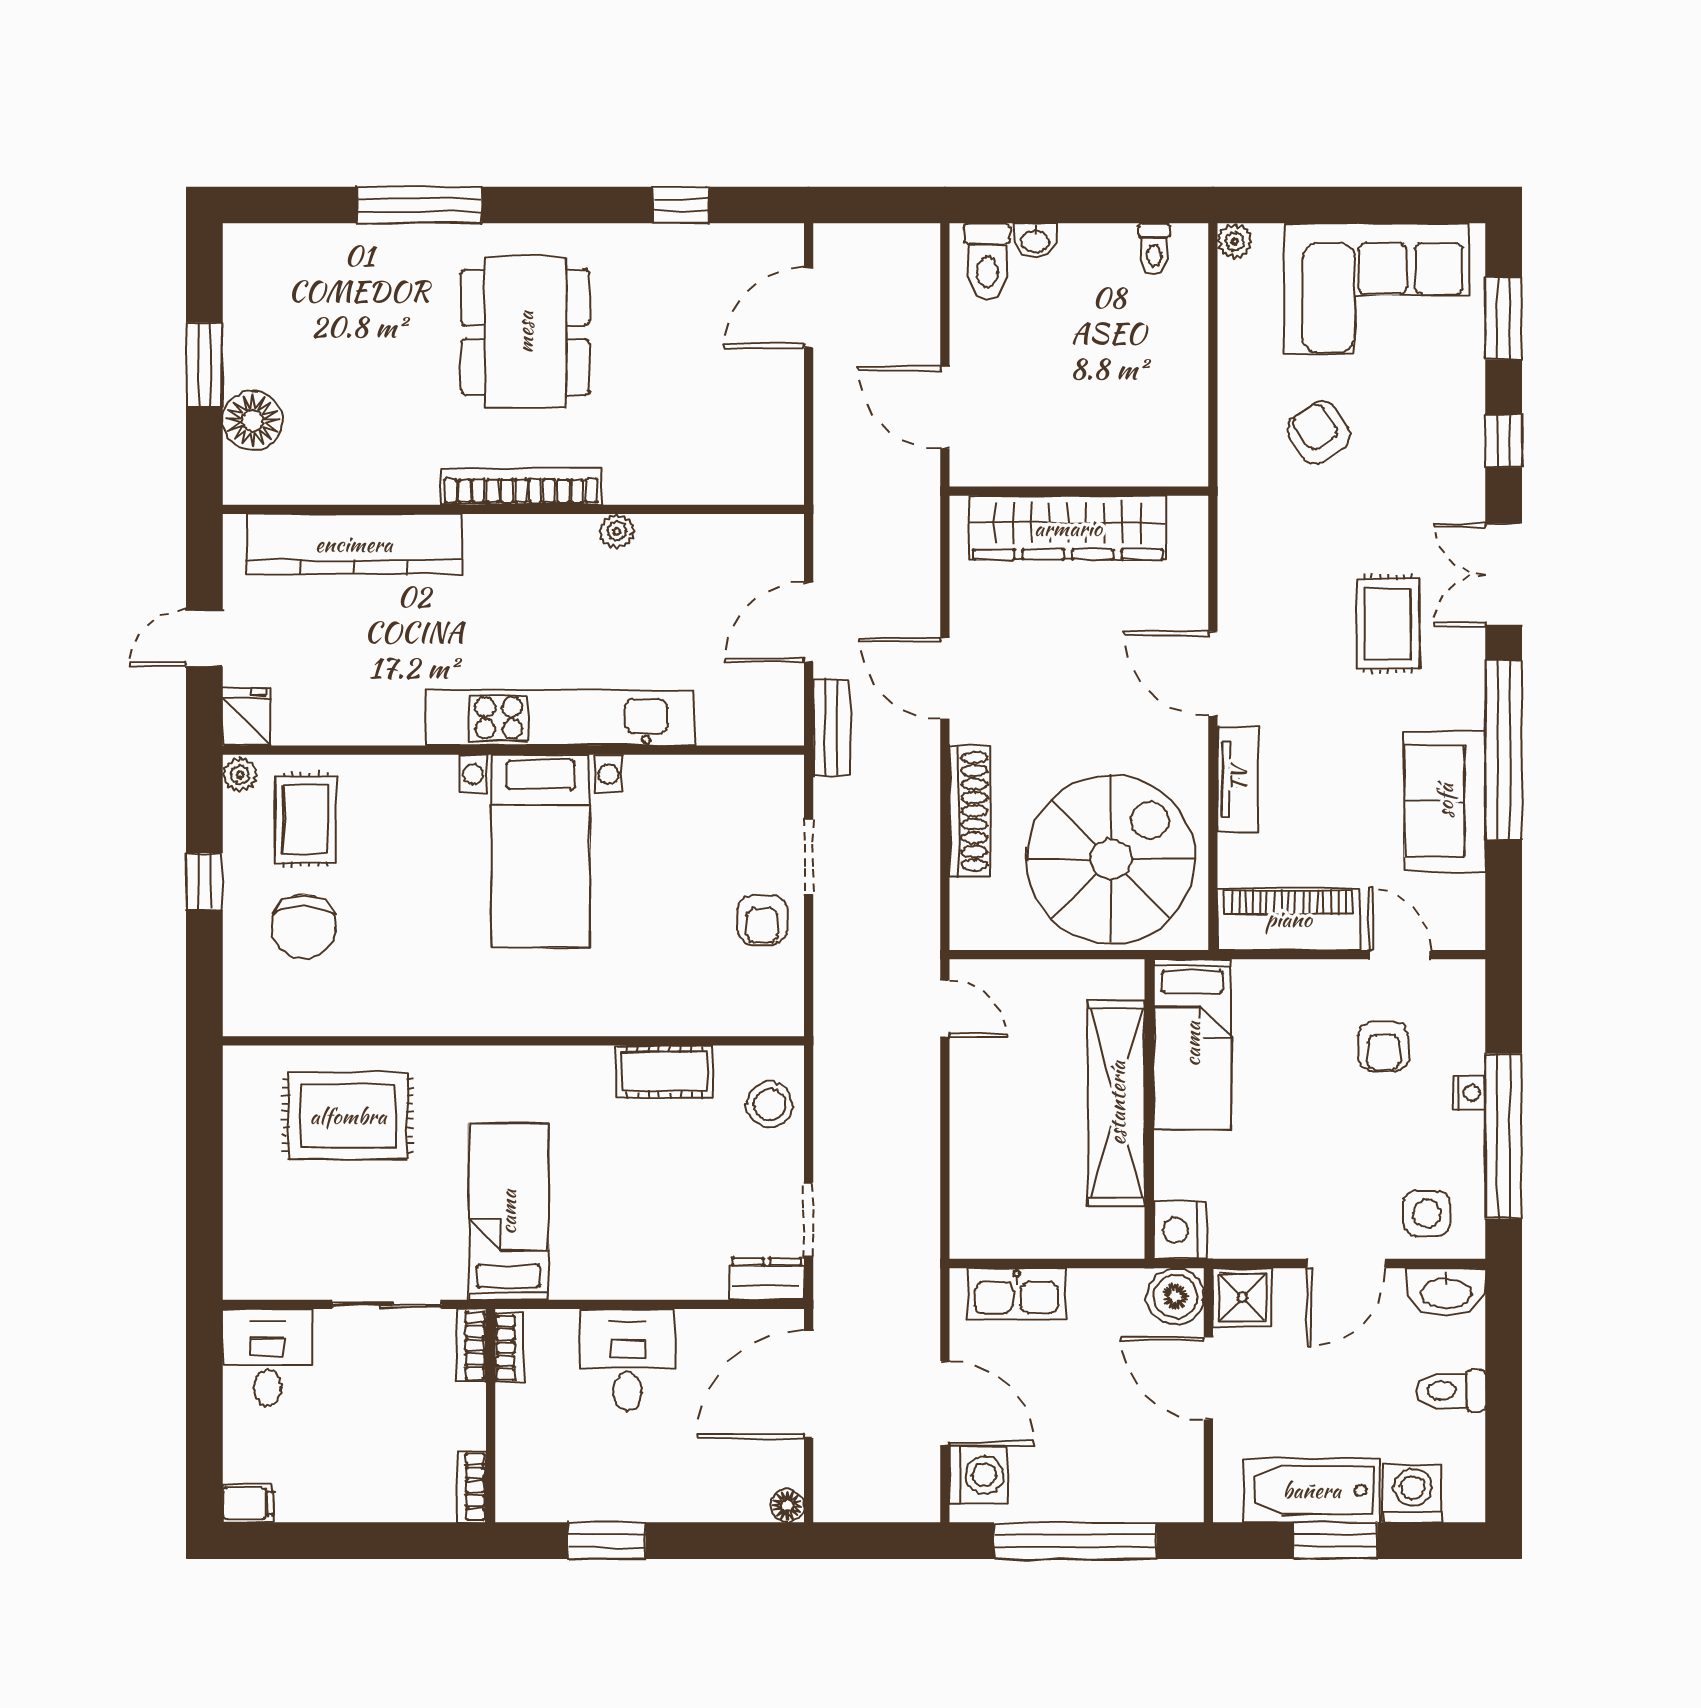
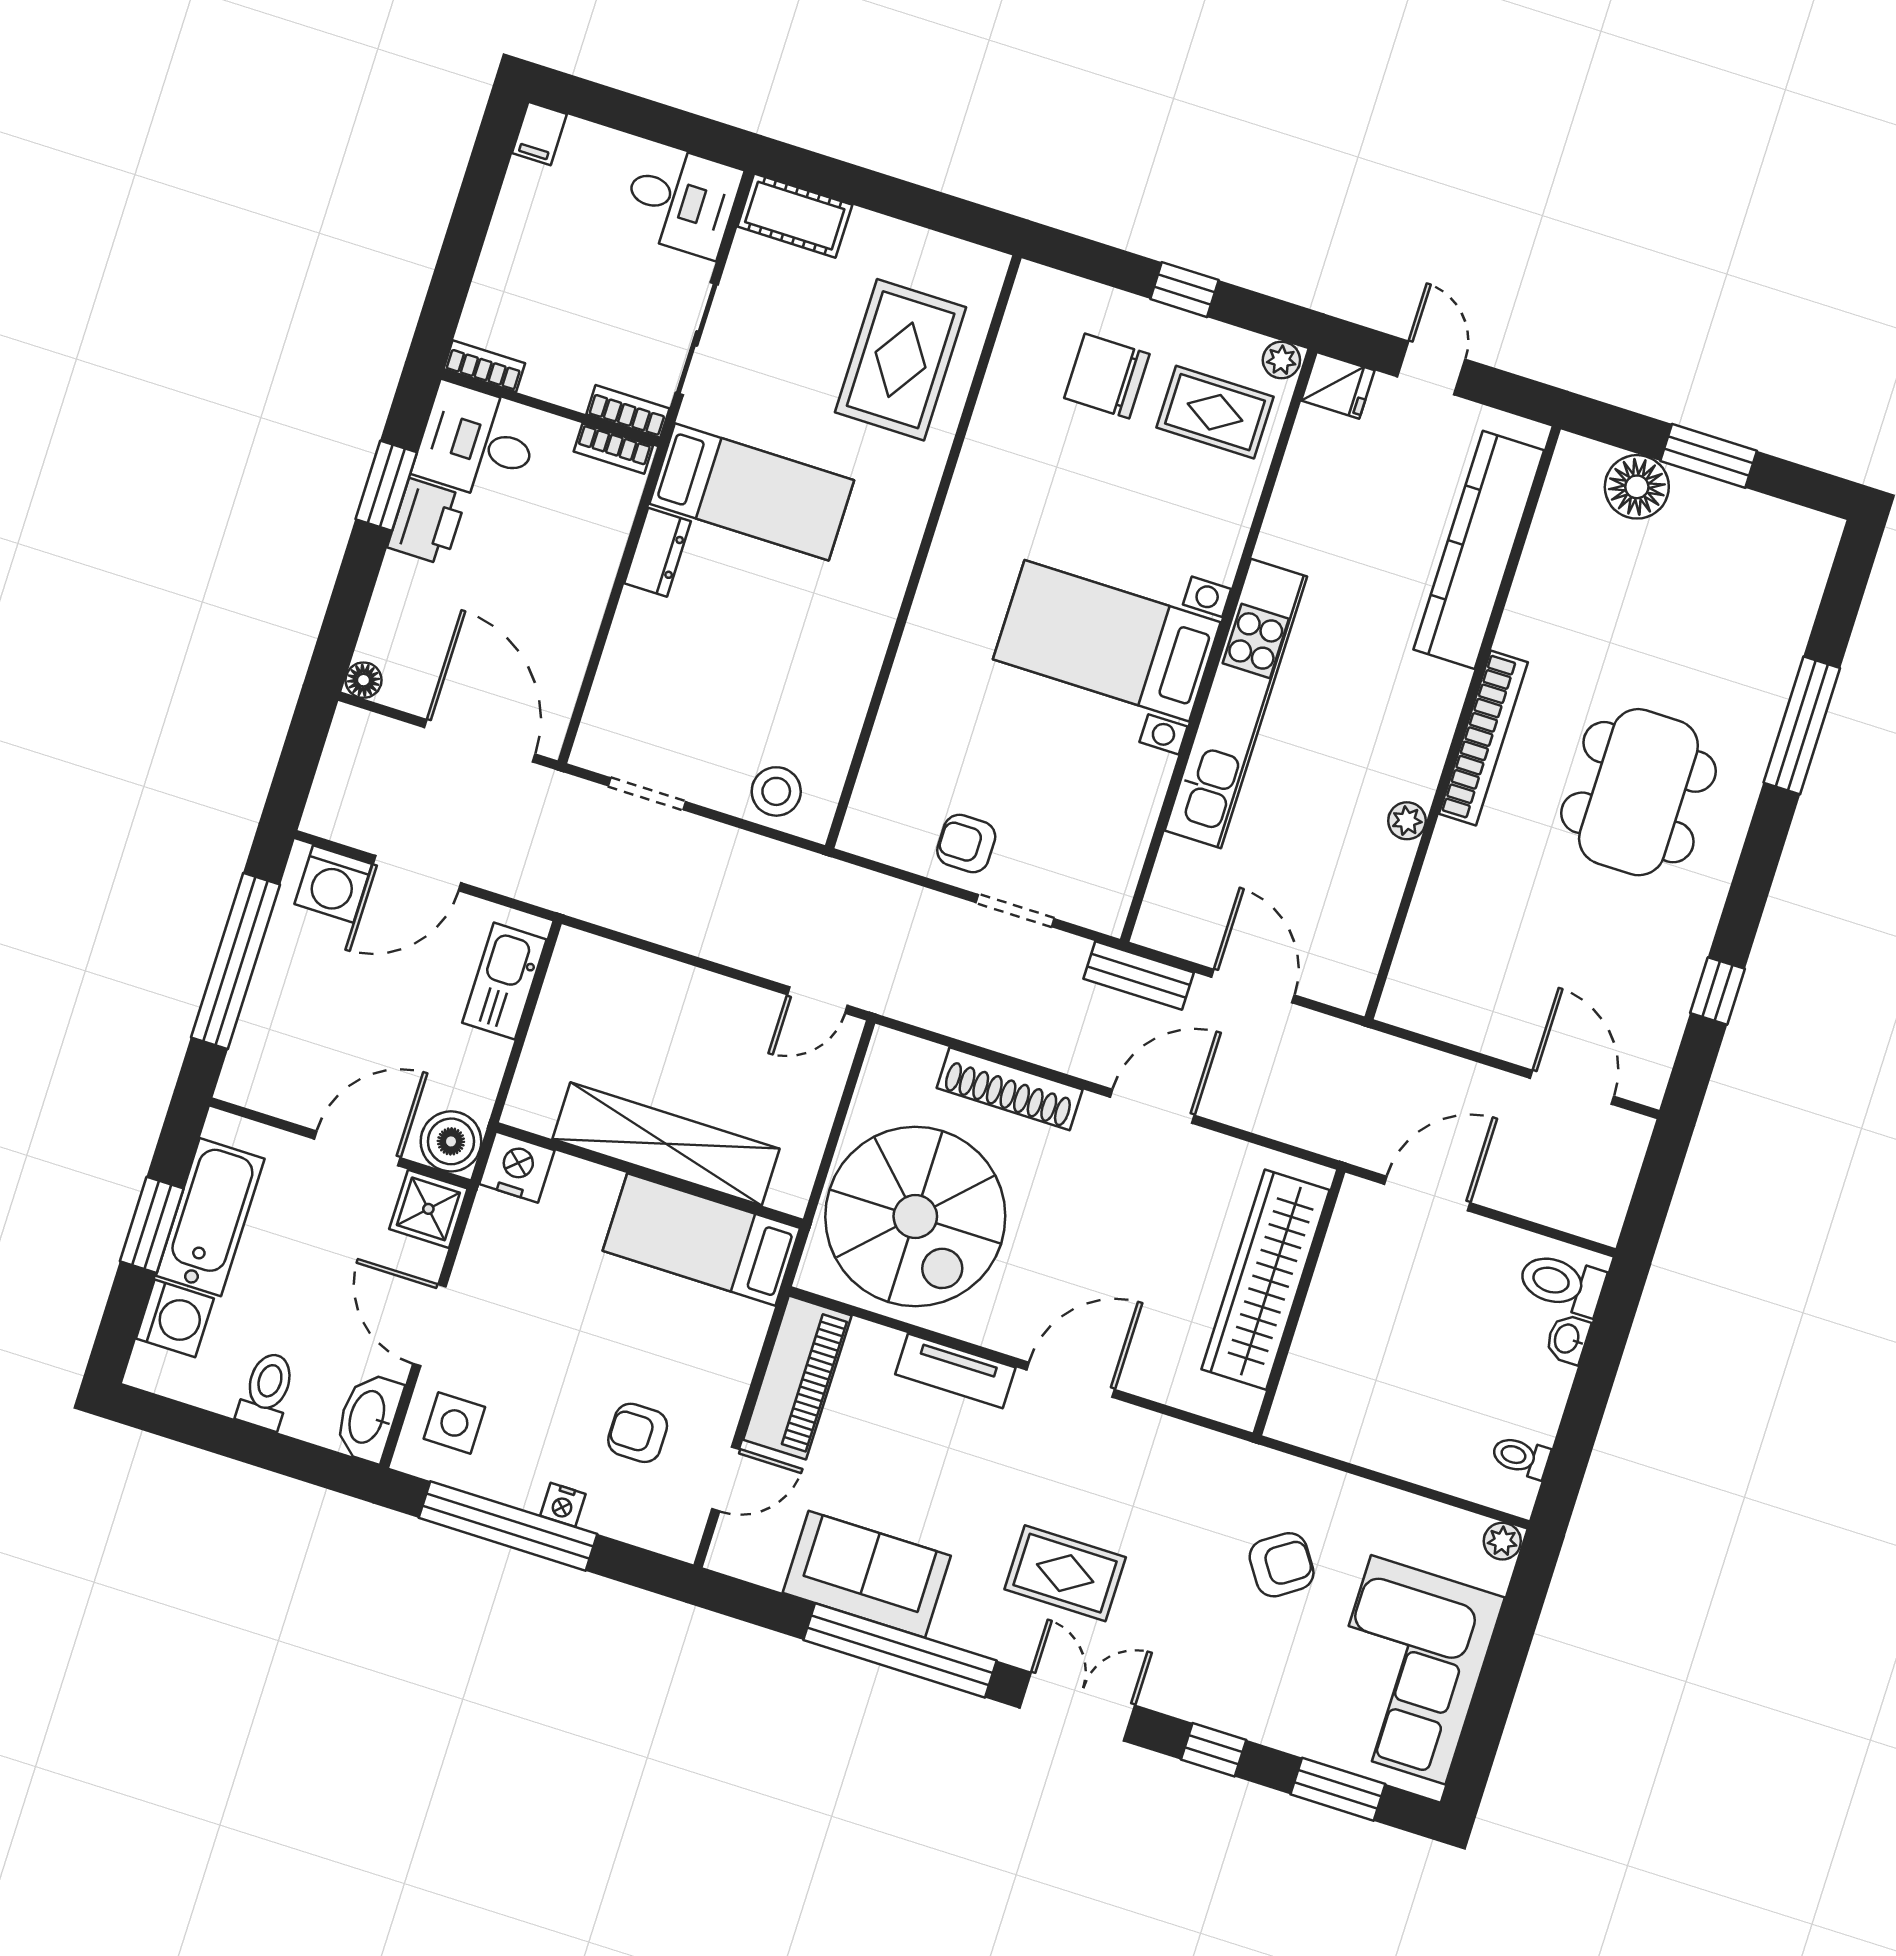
dining table: (525, 332) -> (1638, 792), turned 90
cot: (664, 1072) -> (795, 216), moved, turned 90
dresser: (767, 1279) -> (657, 552), moved
desk: (627, 1360) -> (477, 442), moved, turned 180
printer: (627, 1494) -> (427, 522), added

